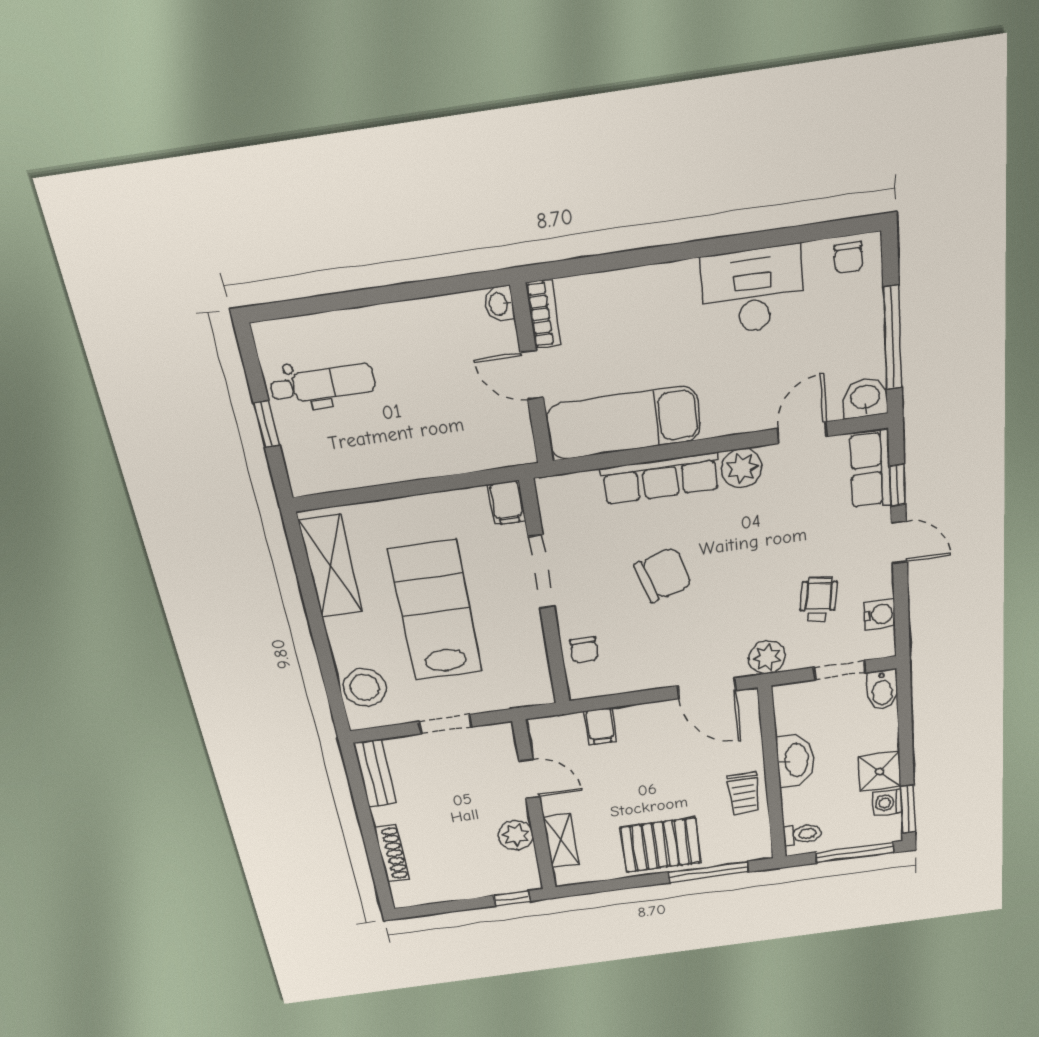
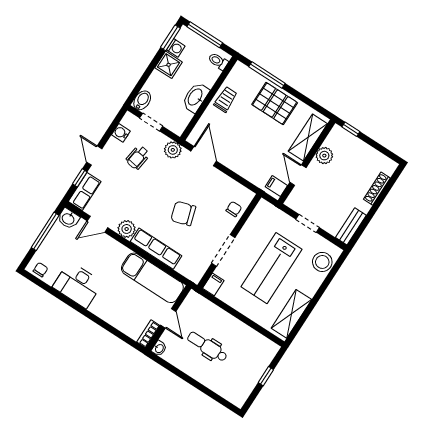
dental chair: (323, 384) -> (207, 347), moved
filing cabinet: (600, 726) -> (276, 186), moved, turned -90
shelving: (561, 840) -> (308, 137), width x1.50, depth x1.33

